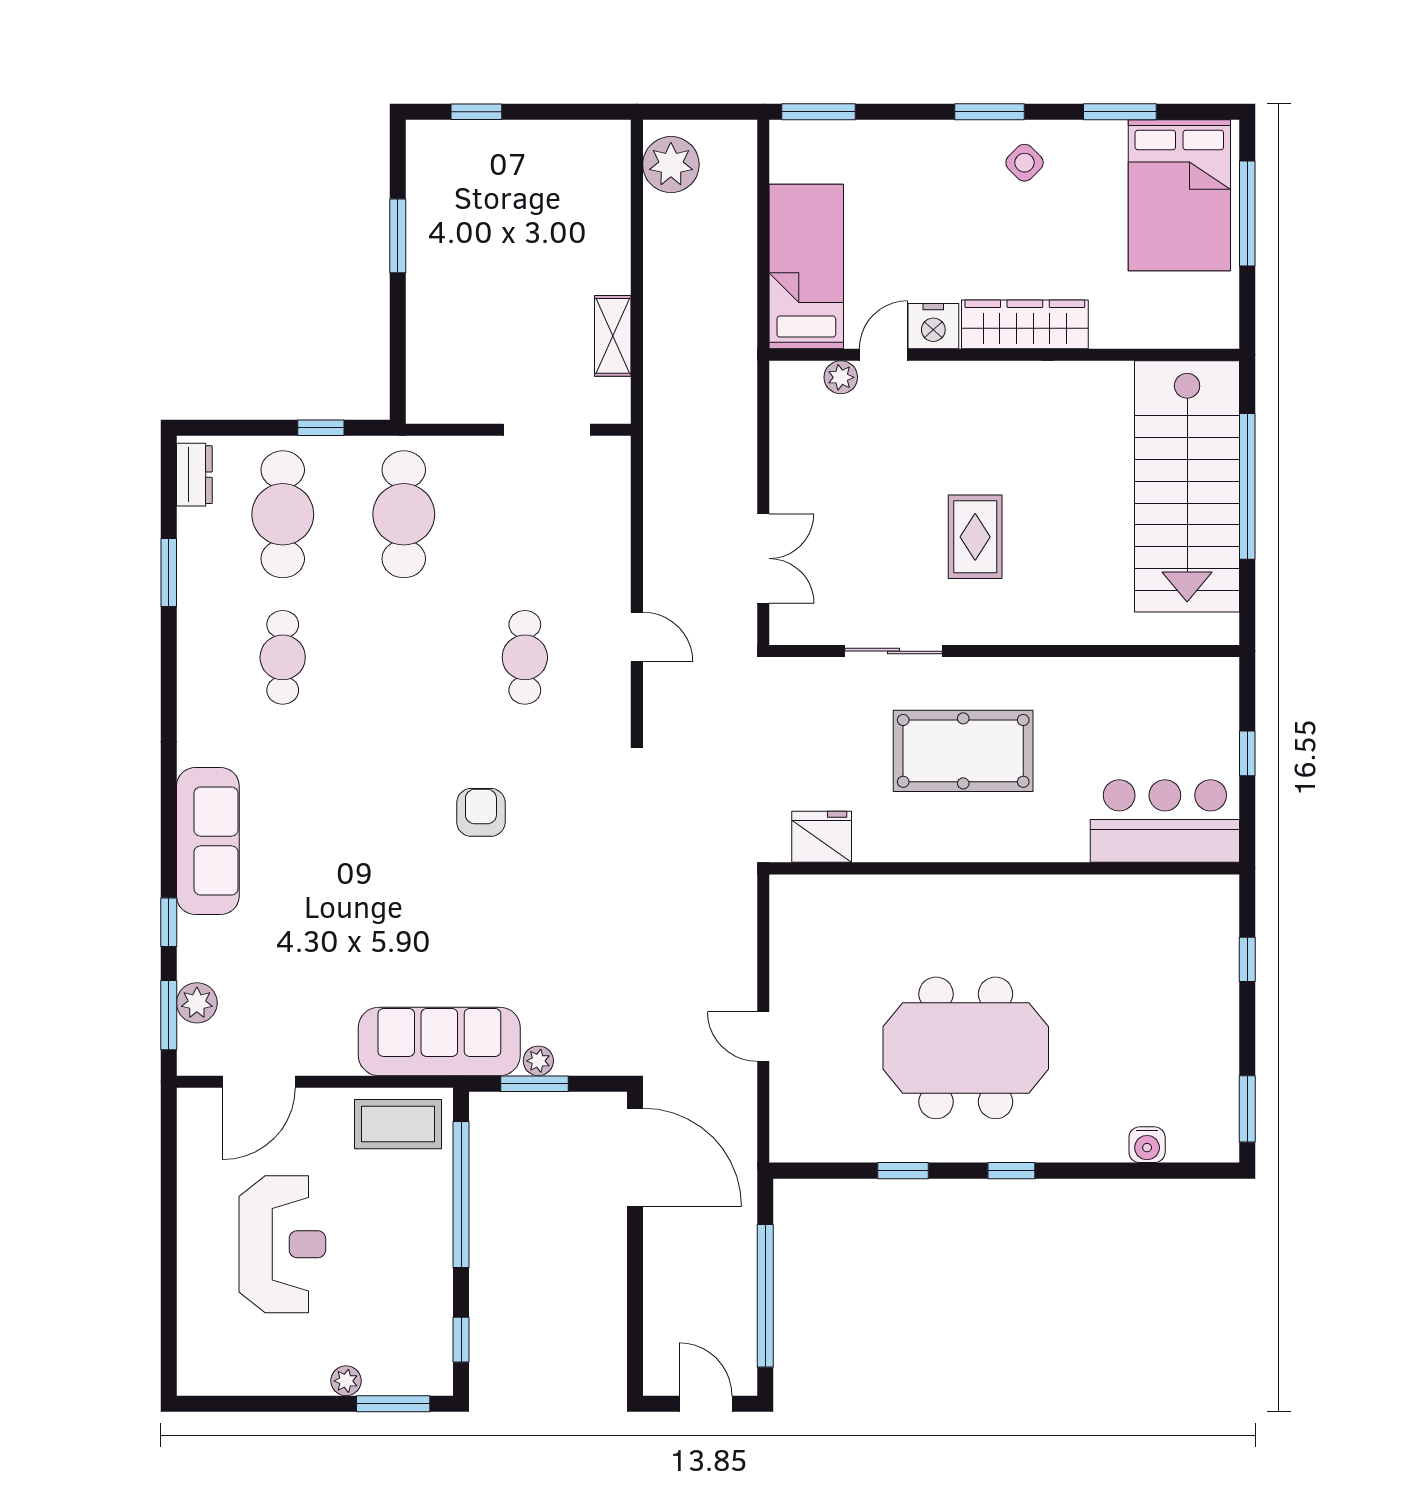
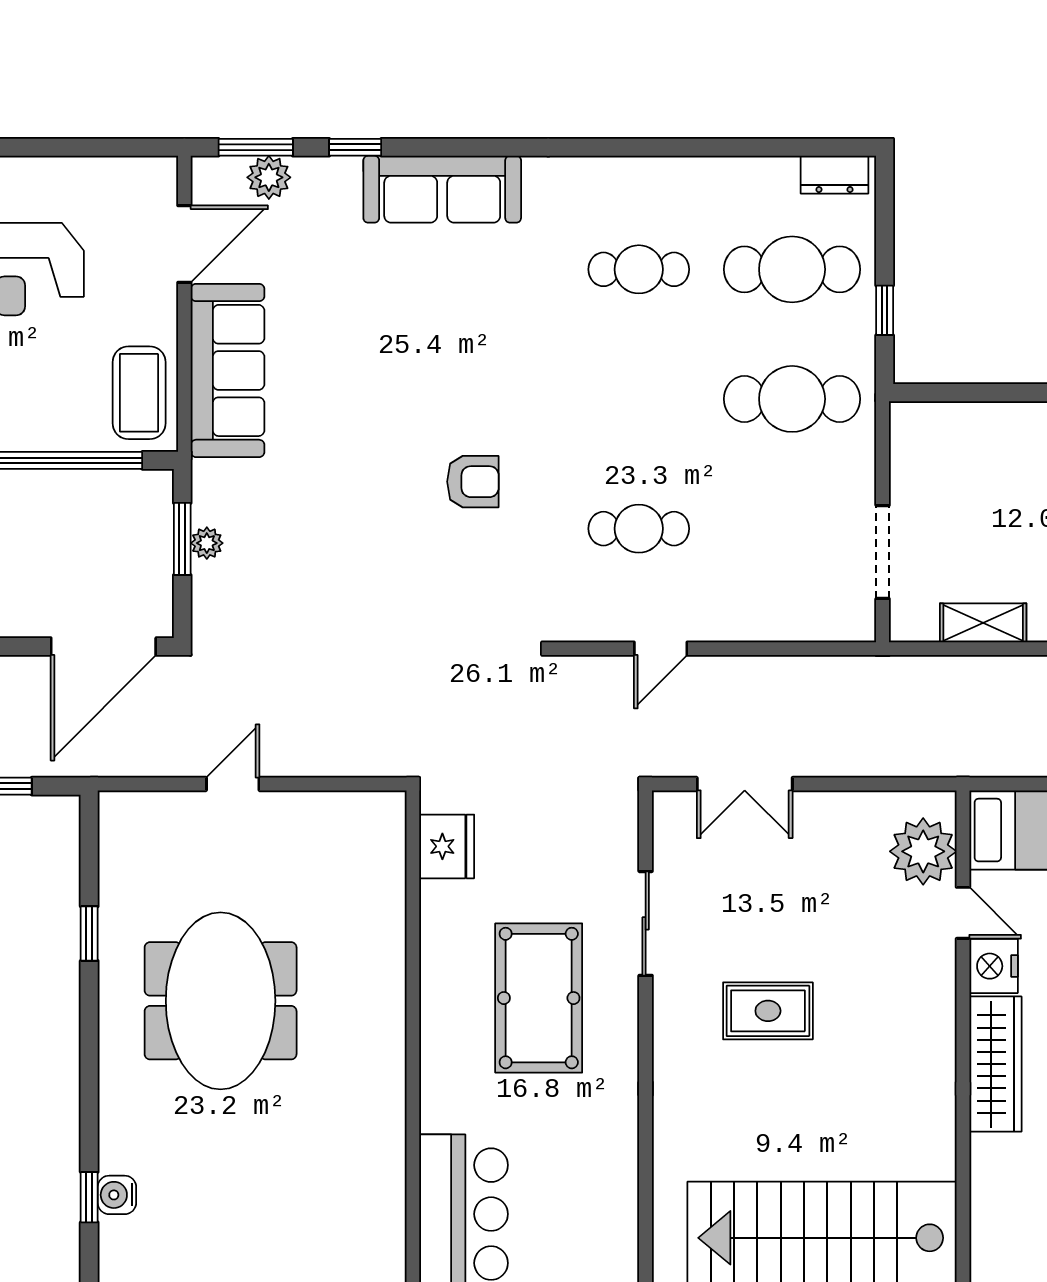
plant: (841, 377) -> (923, 851), width x1.88, depth x1.88
window: (169, 573) -> (730, 147), removed
sofa: (439, 1041) -> (228, 370), moved
door: (259, 1082) -> (184, 244), swing flipped
window: (1011, 1171) -> (89, 1197), moved

